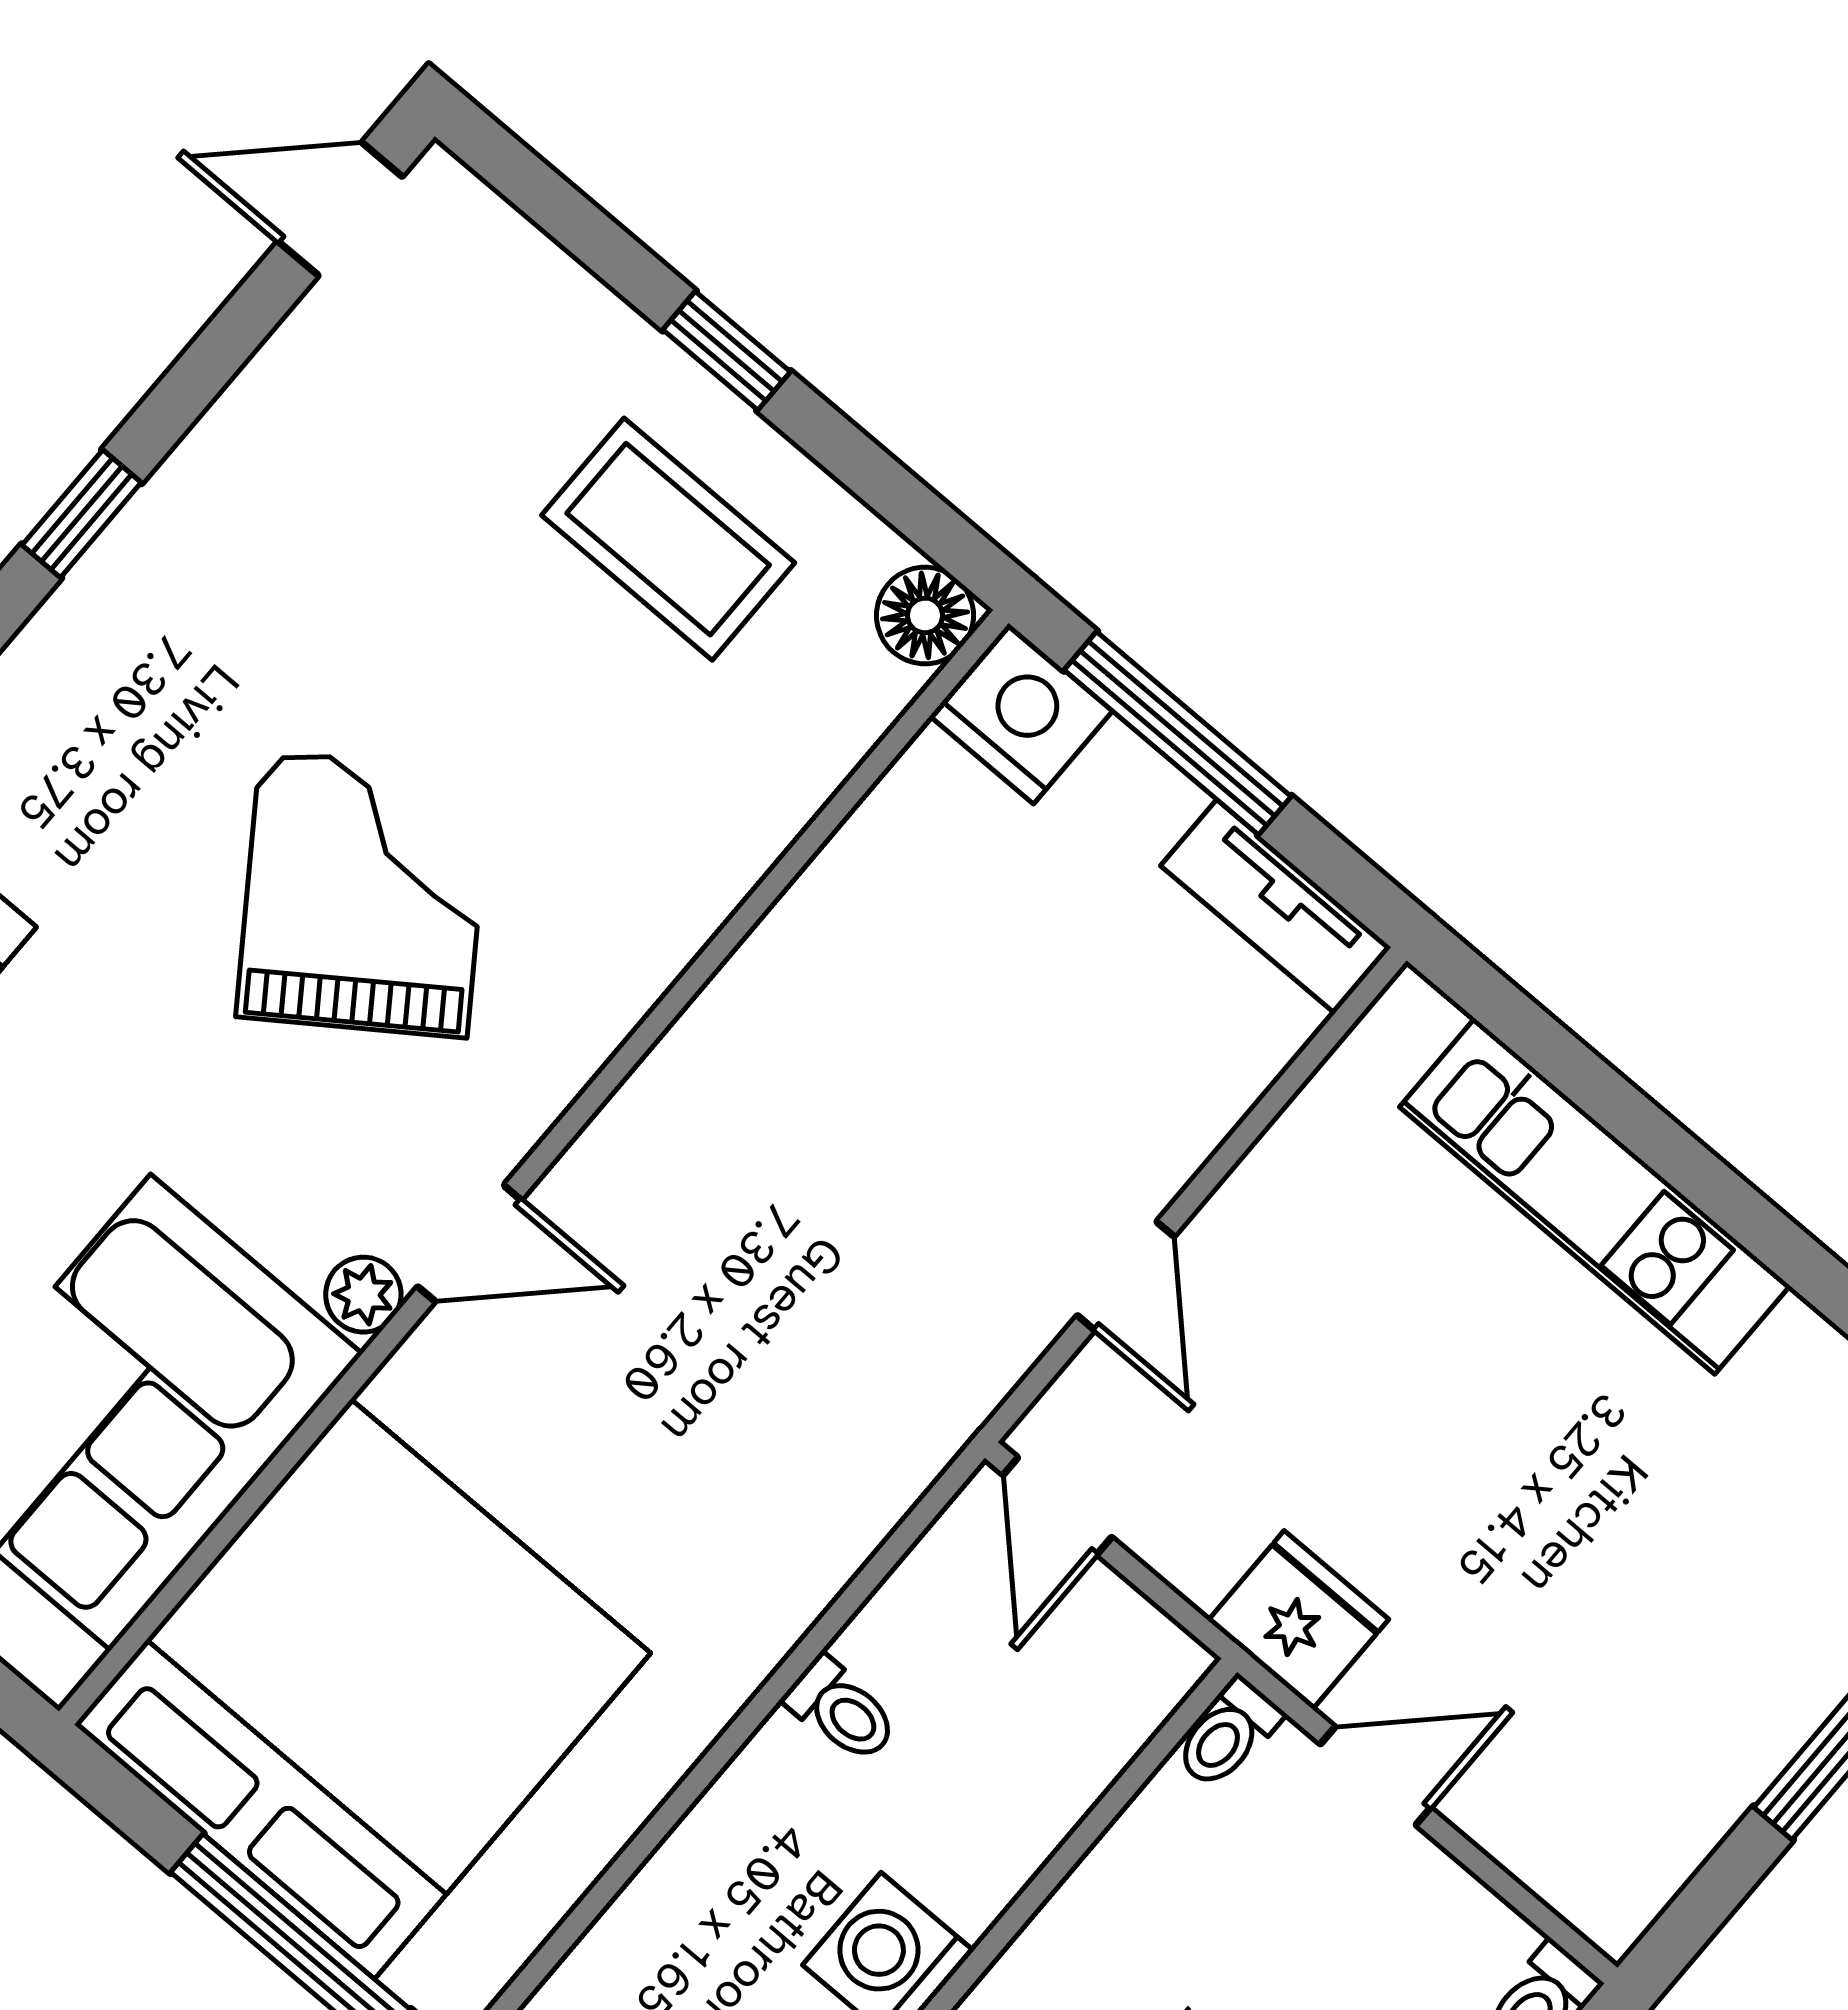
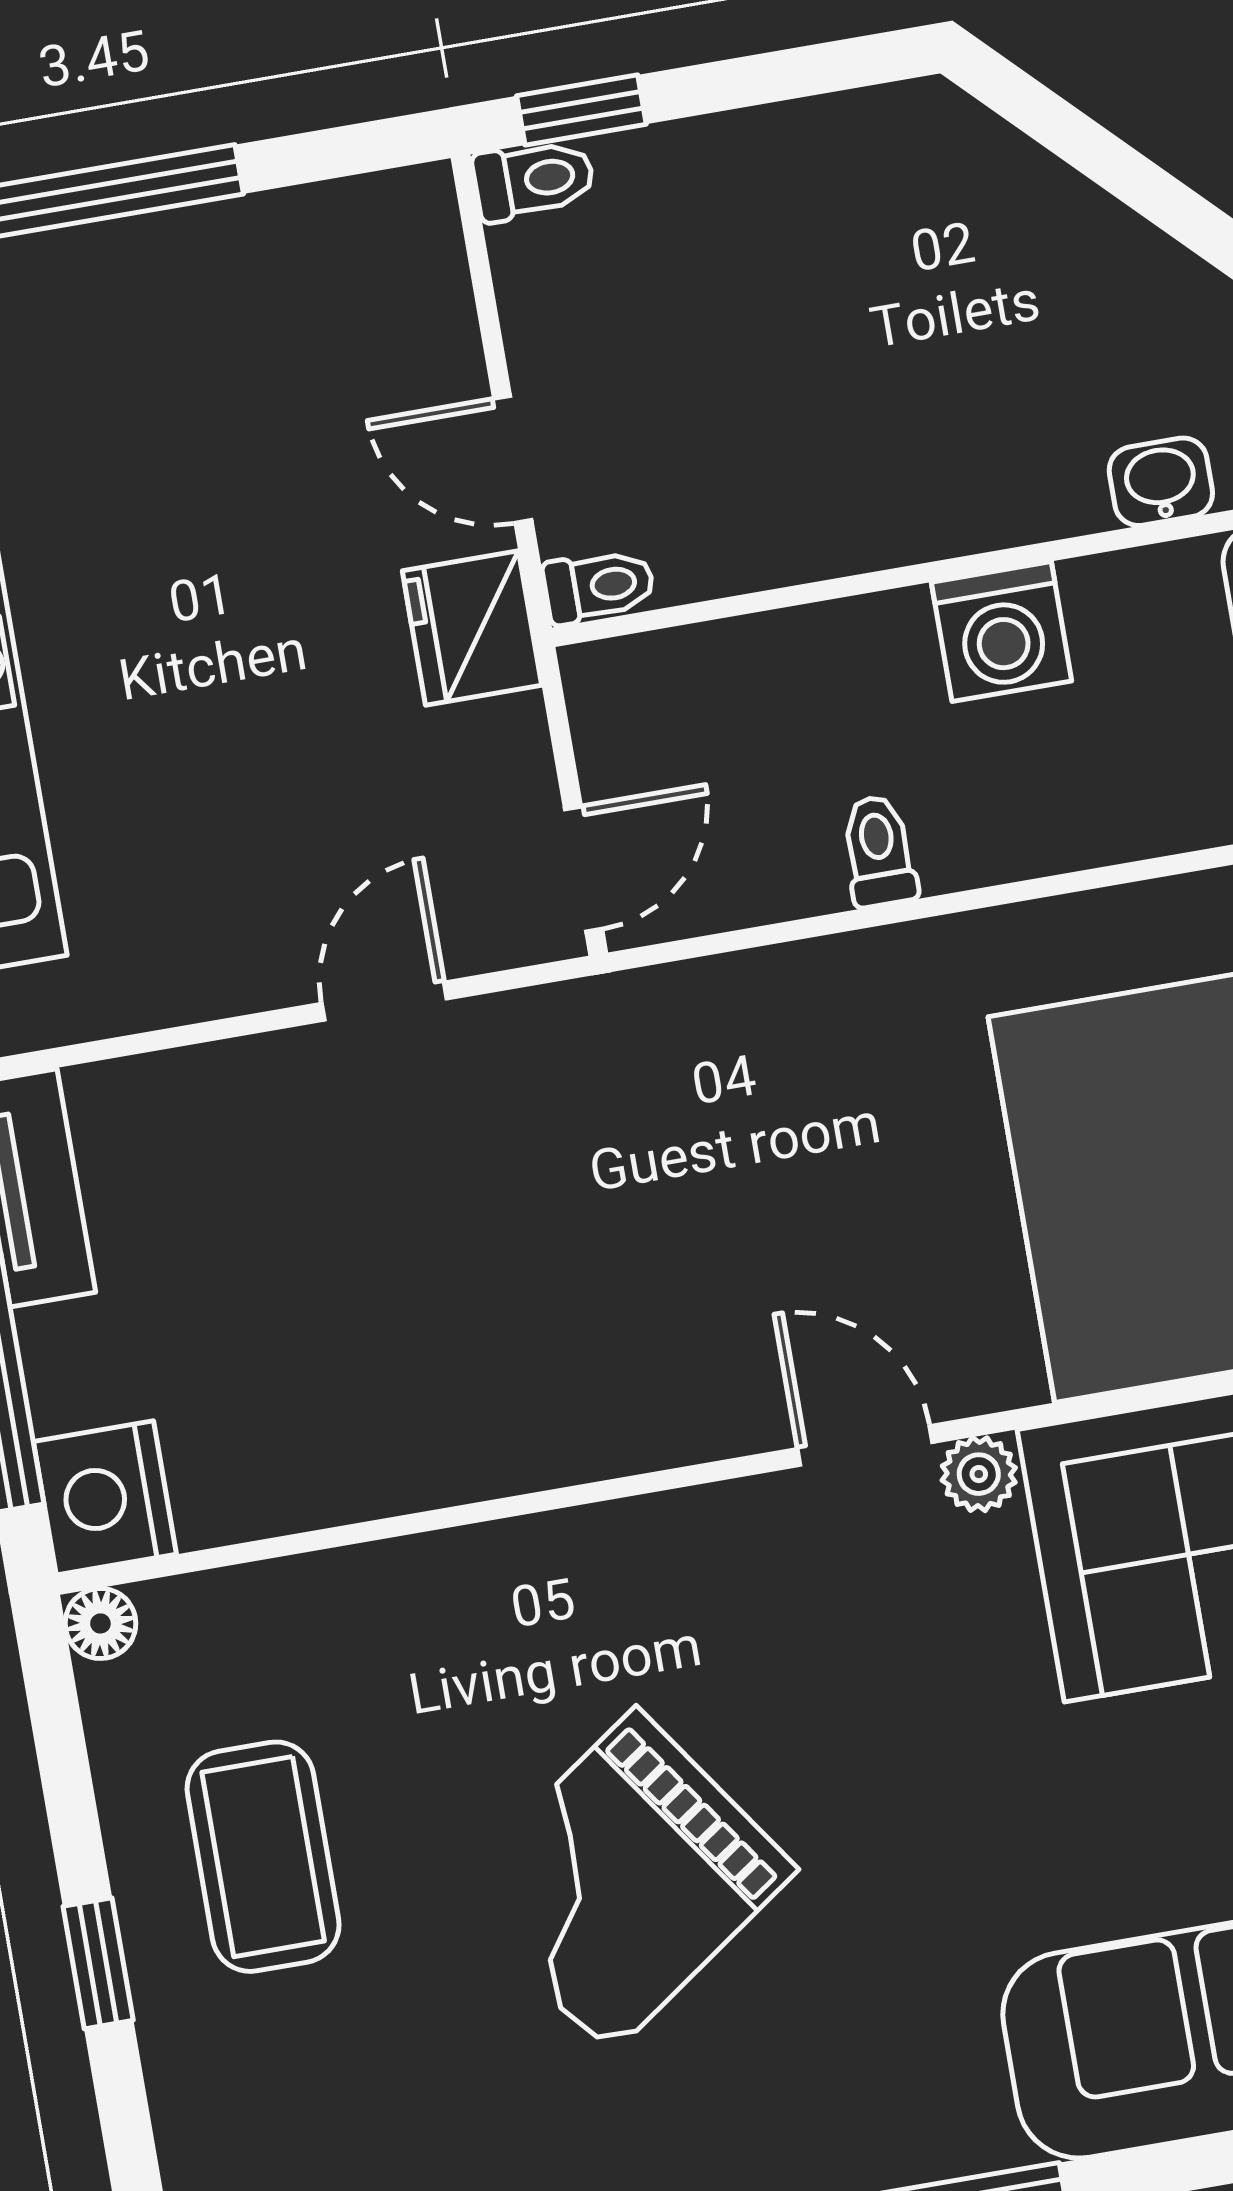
floor lamp: (925, 615) -> (100, 1623), width x0.73, depth x0.73
grand piano: (364, 894) -> (623, 1881), moved

